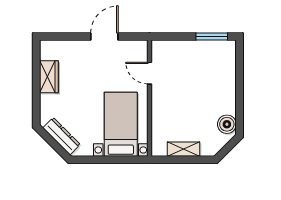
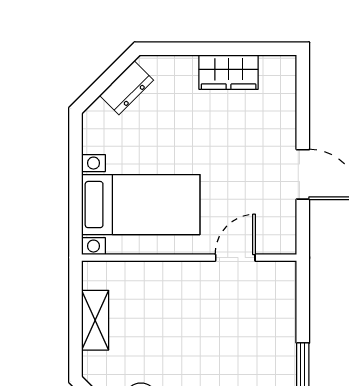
dresser: (62, 136) -> (127, 88), width x0.70

